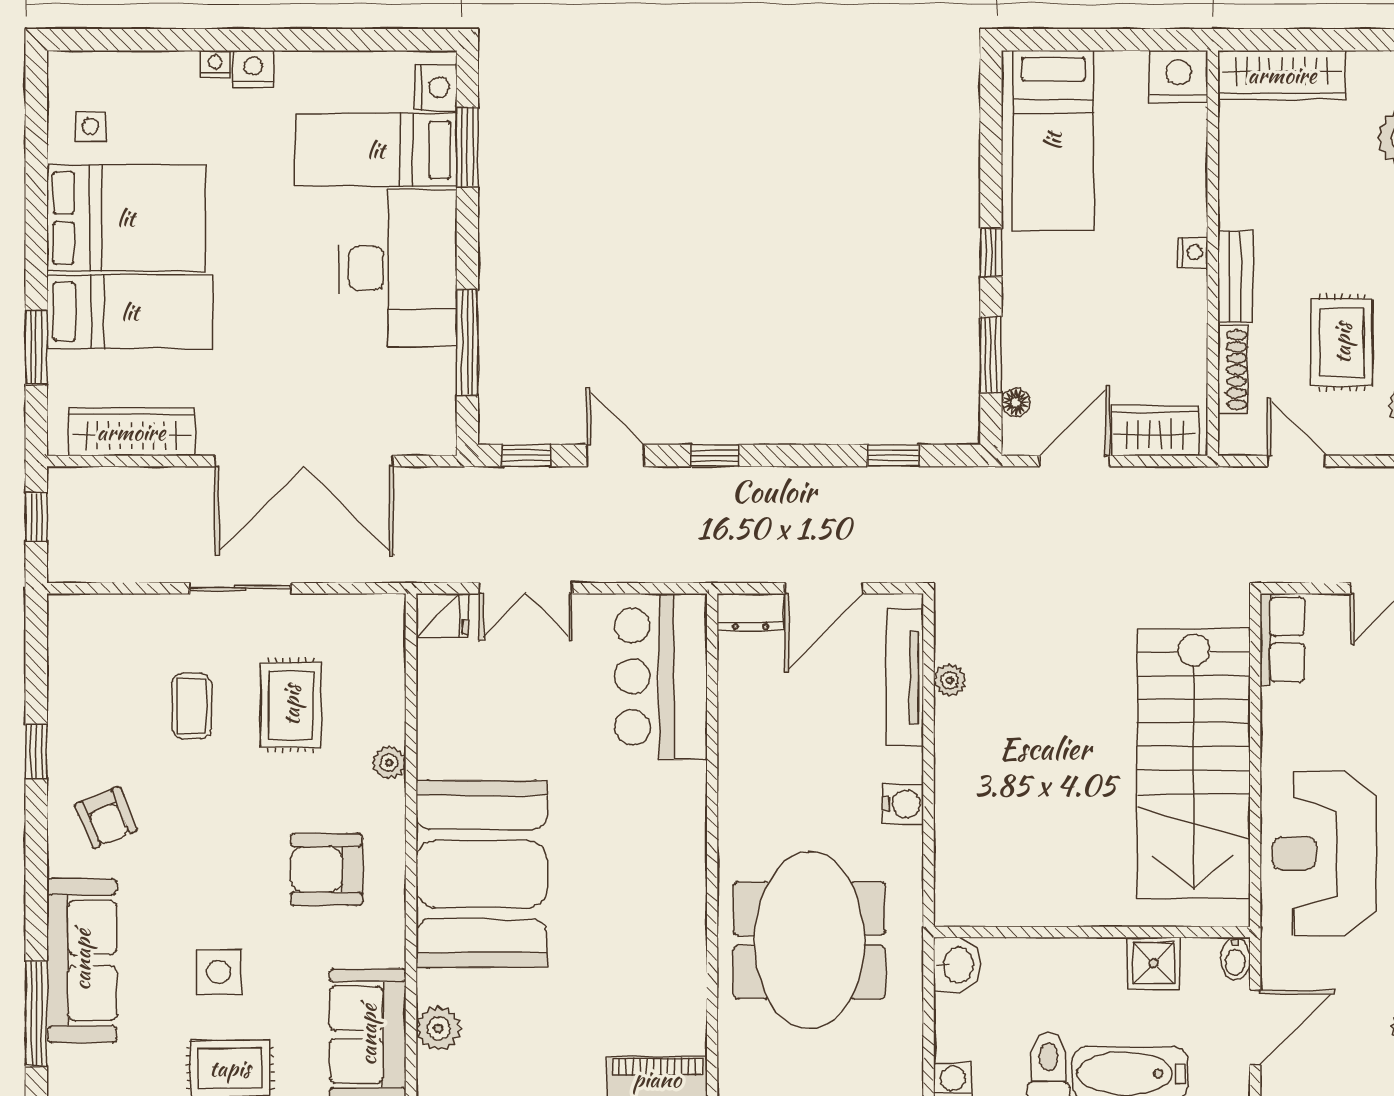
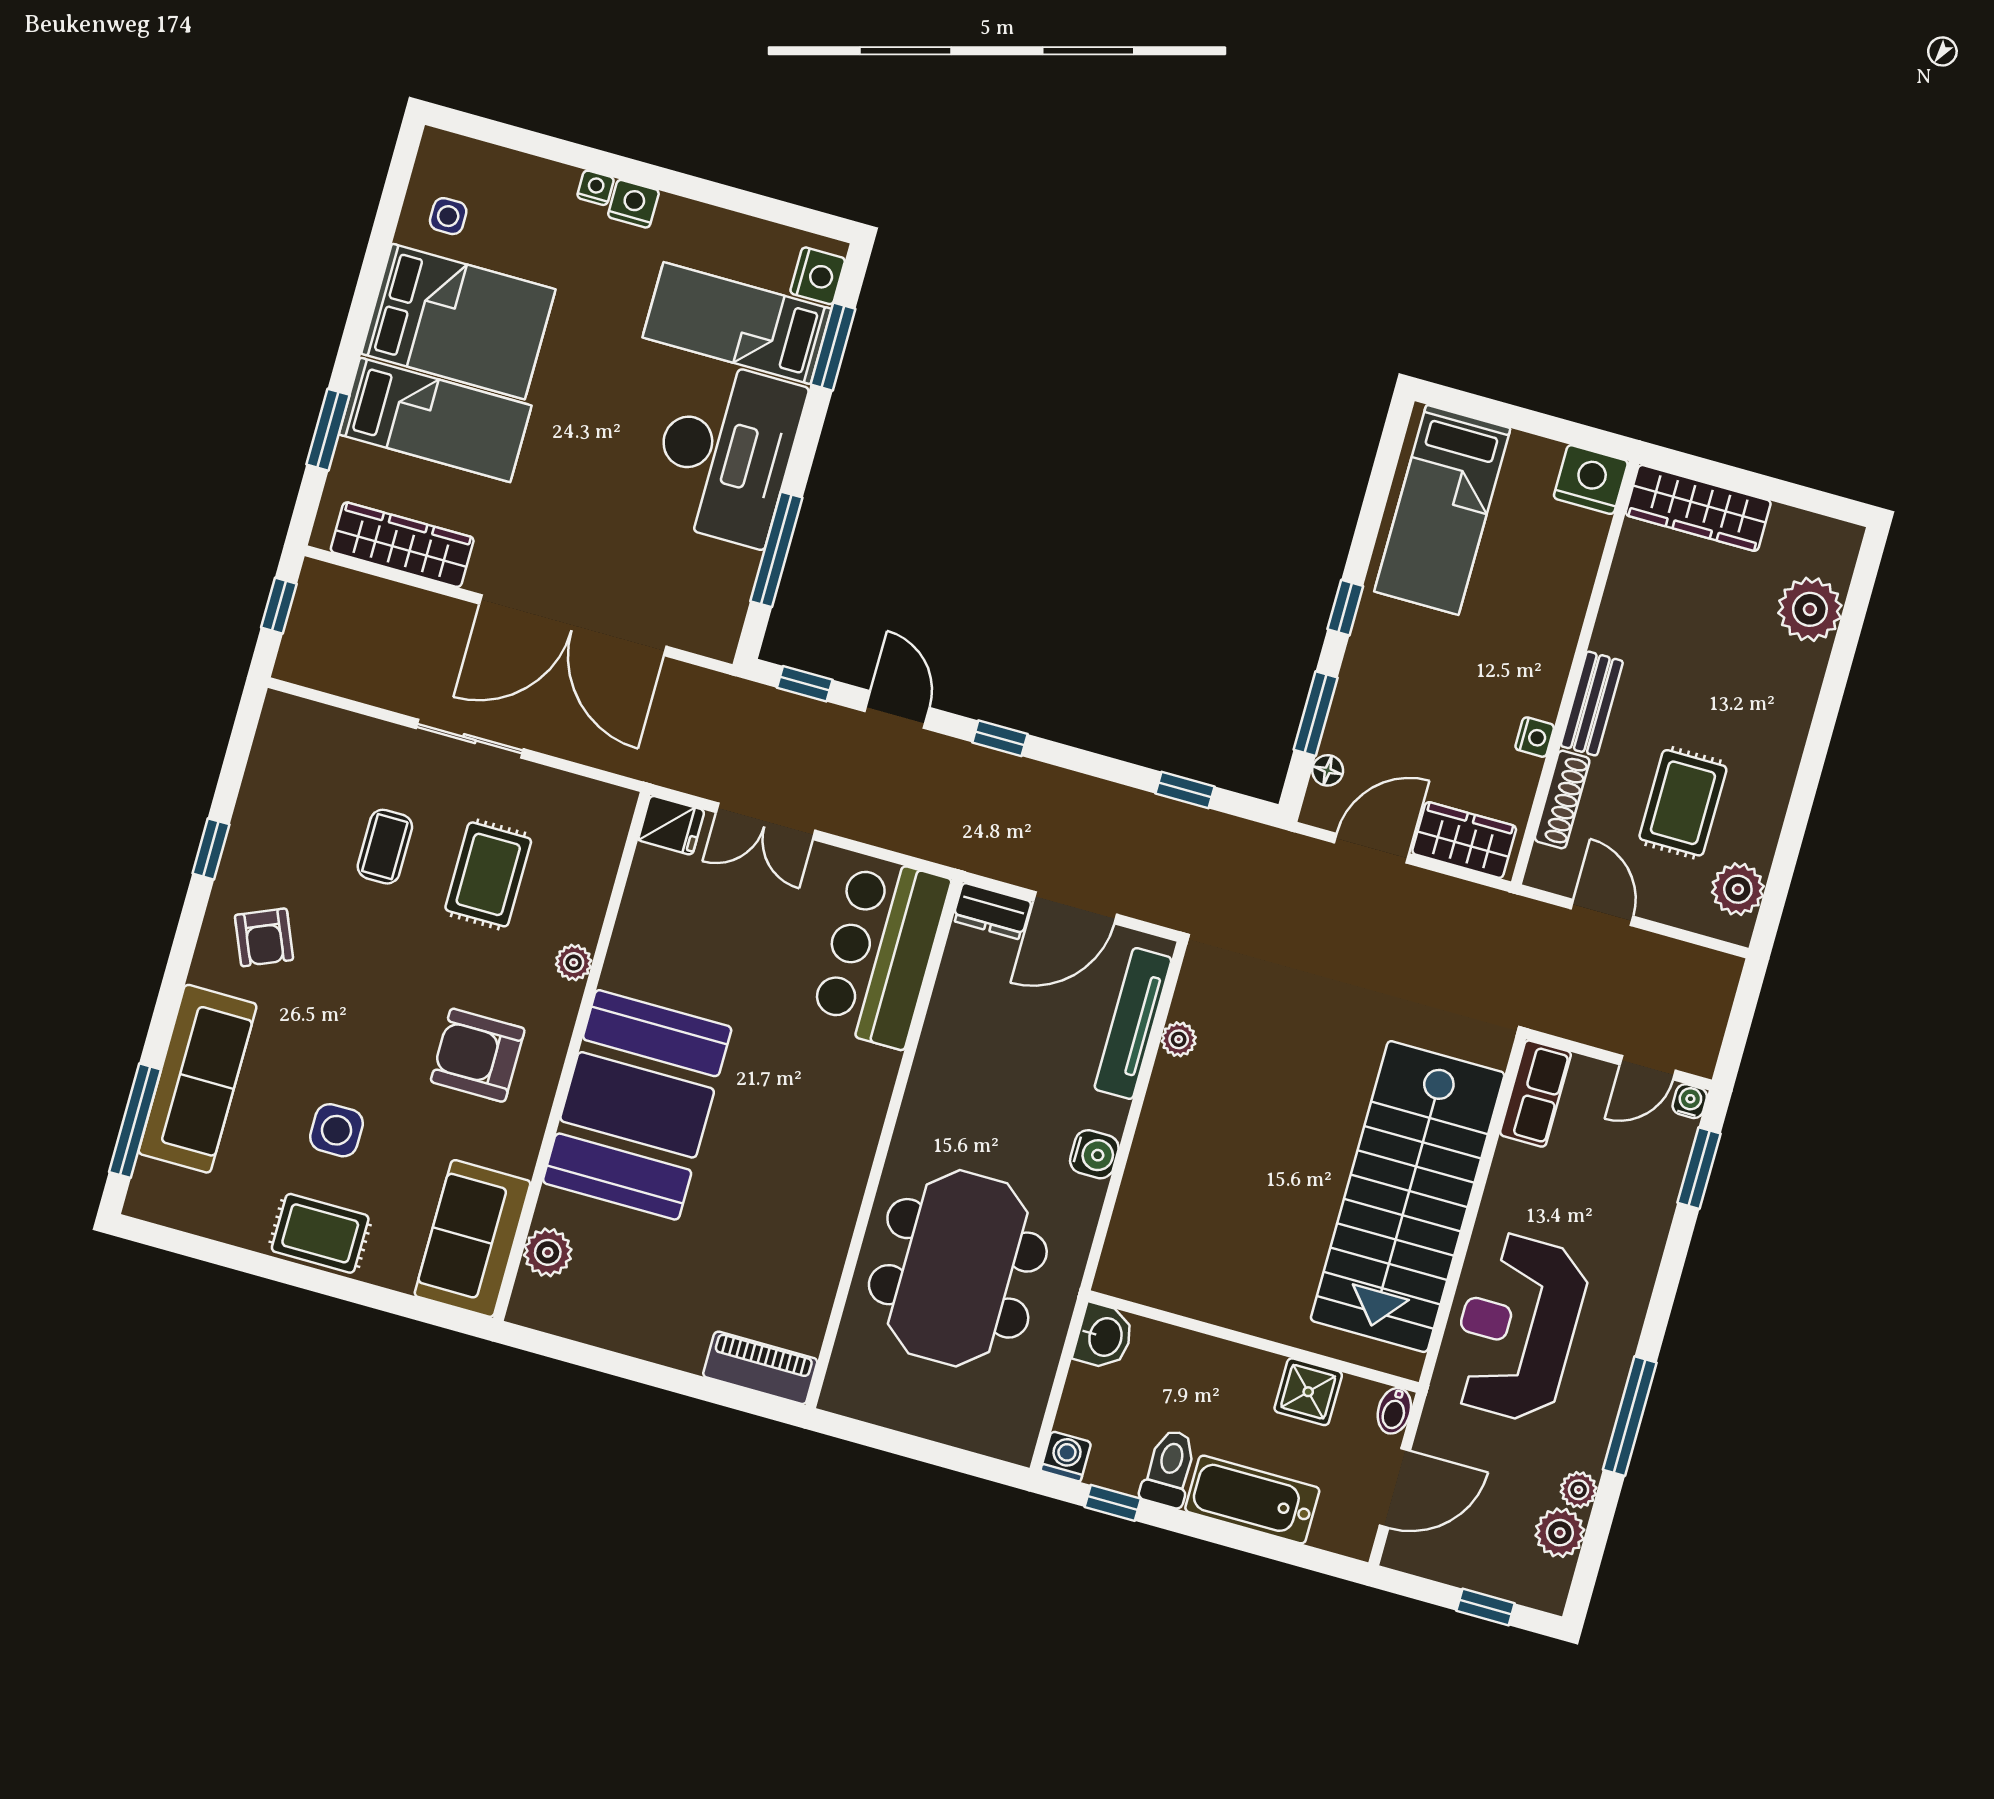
nightstand: (1193, 252) -> (1535, 737), moved

